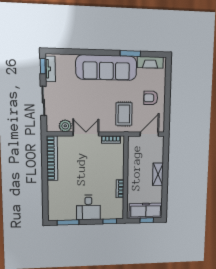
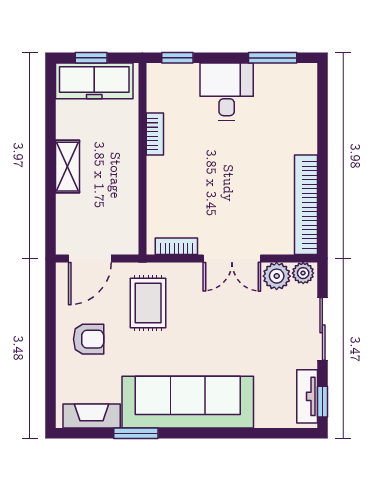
plant: (53, 127) -> (303, 273), added

